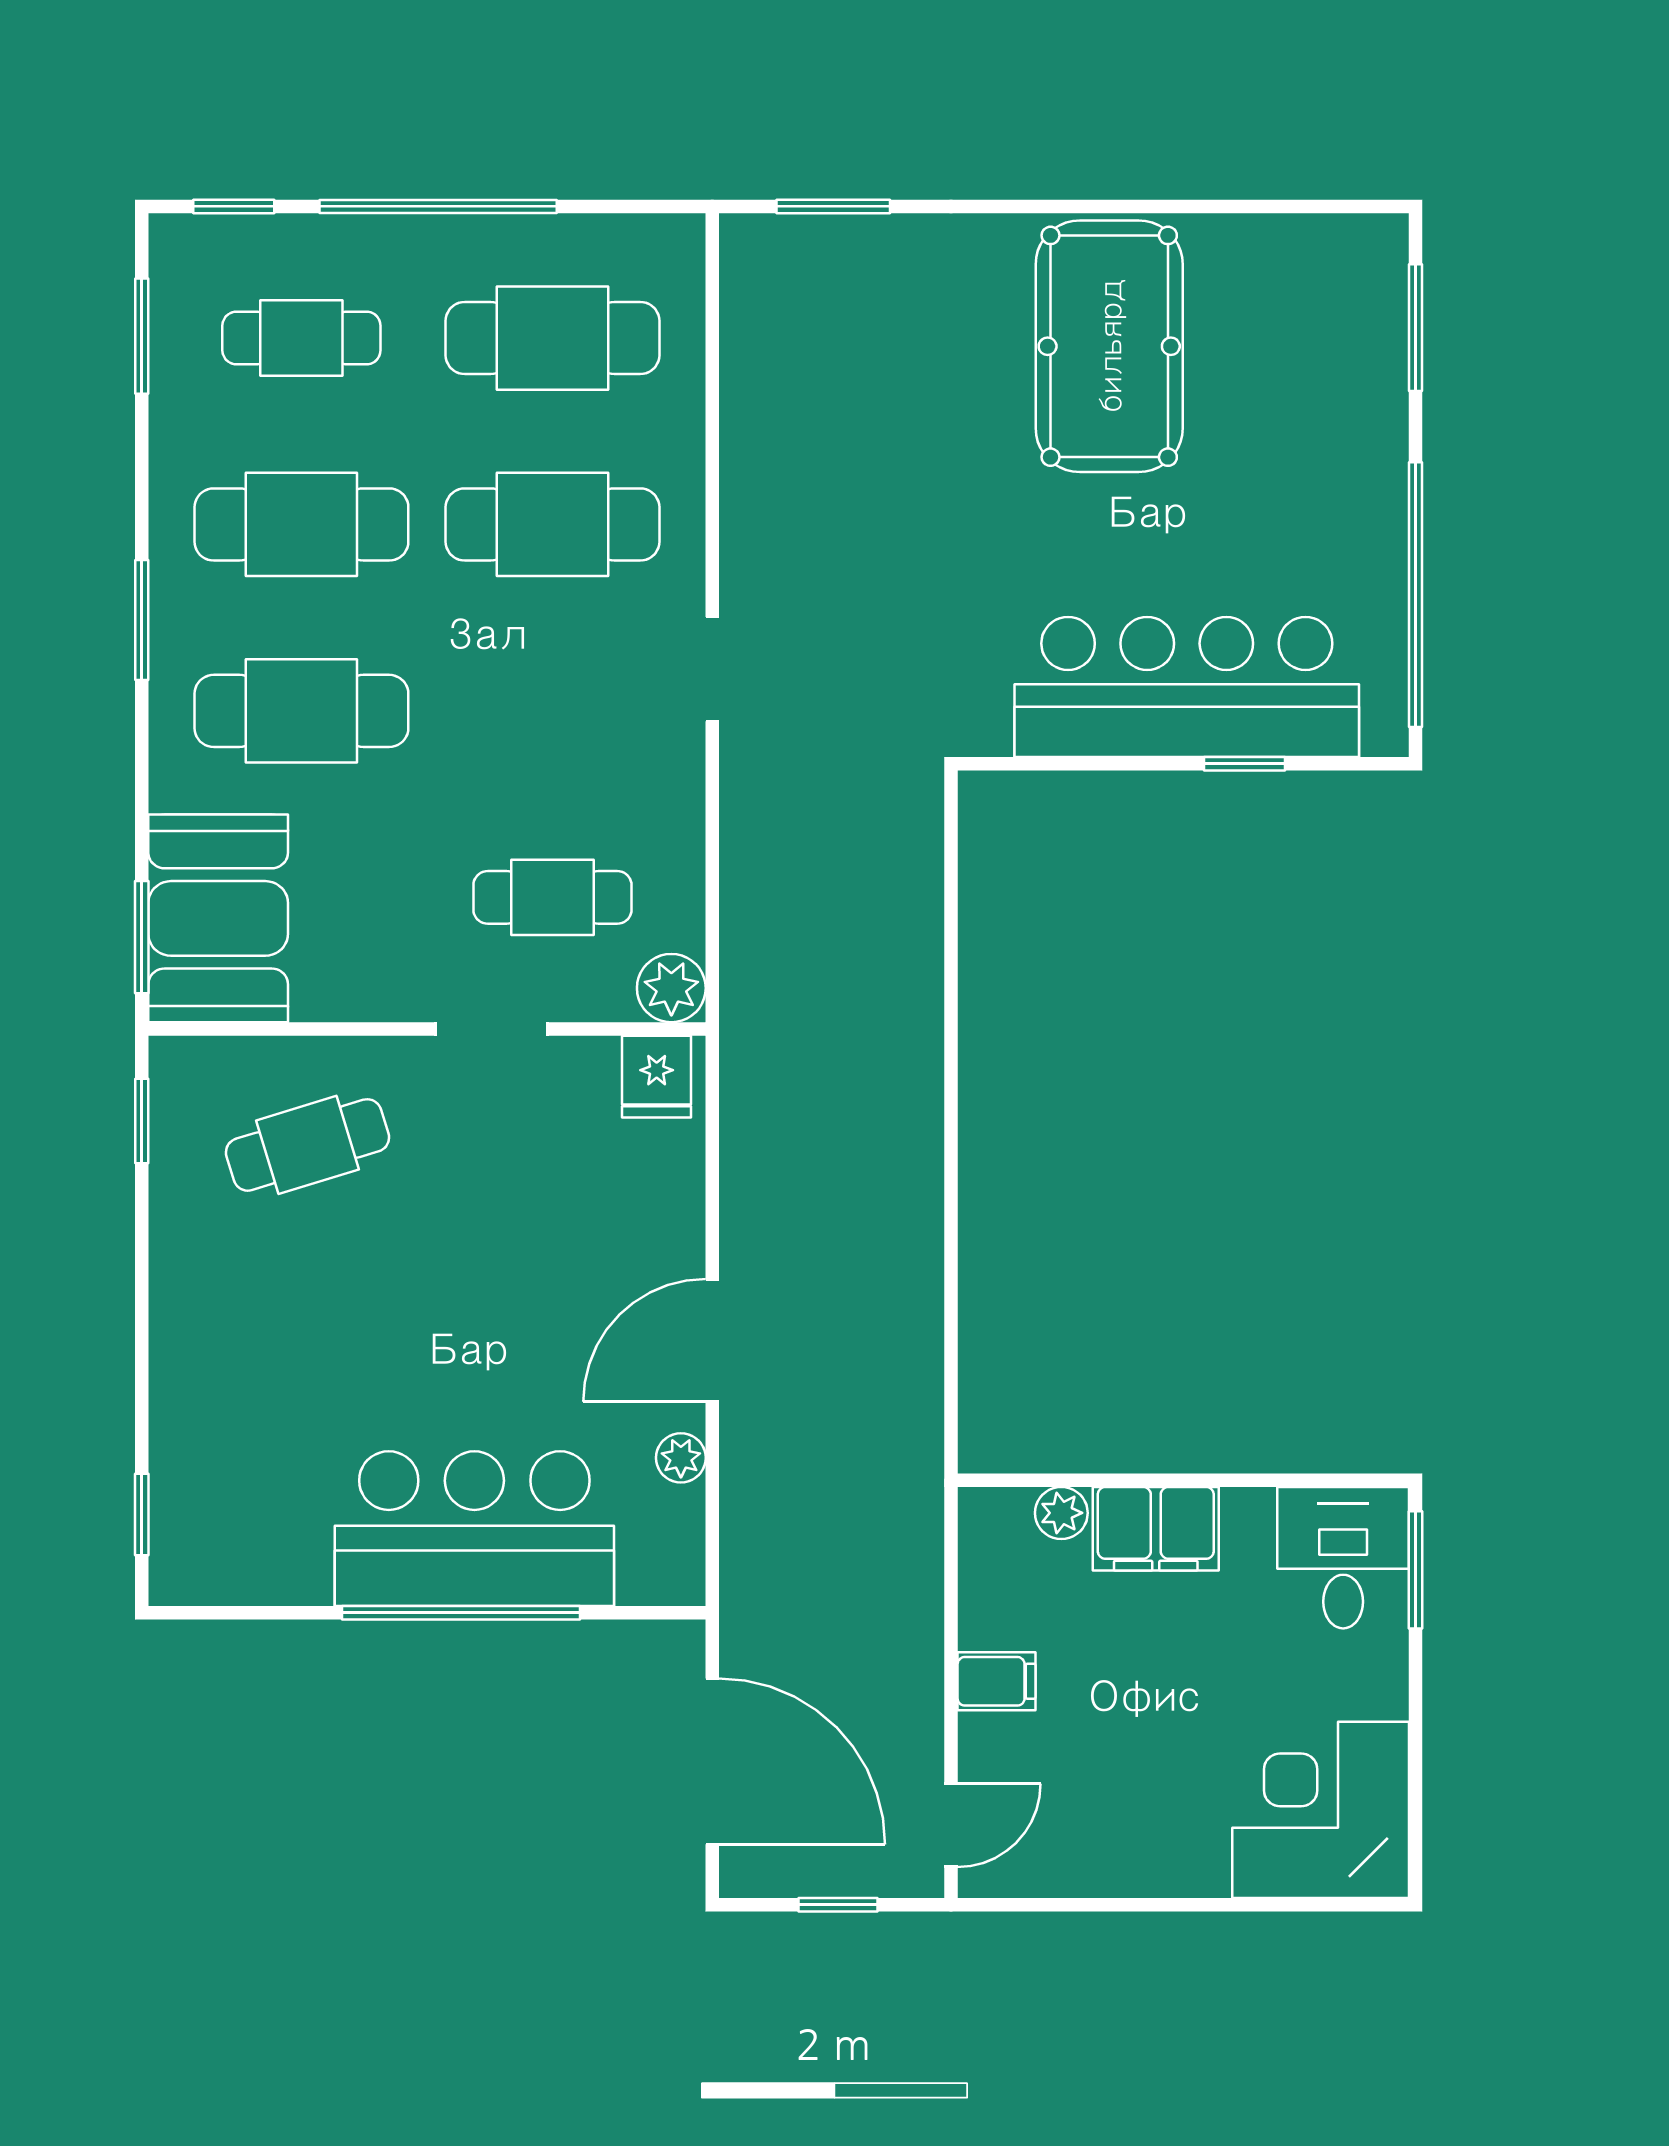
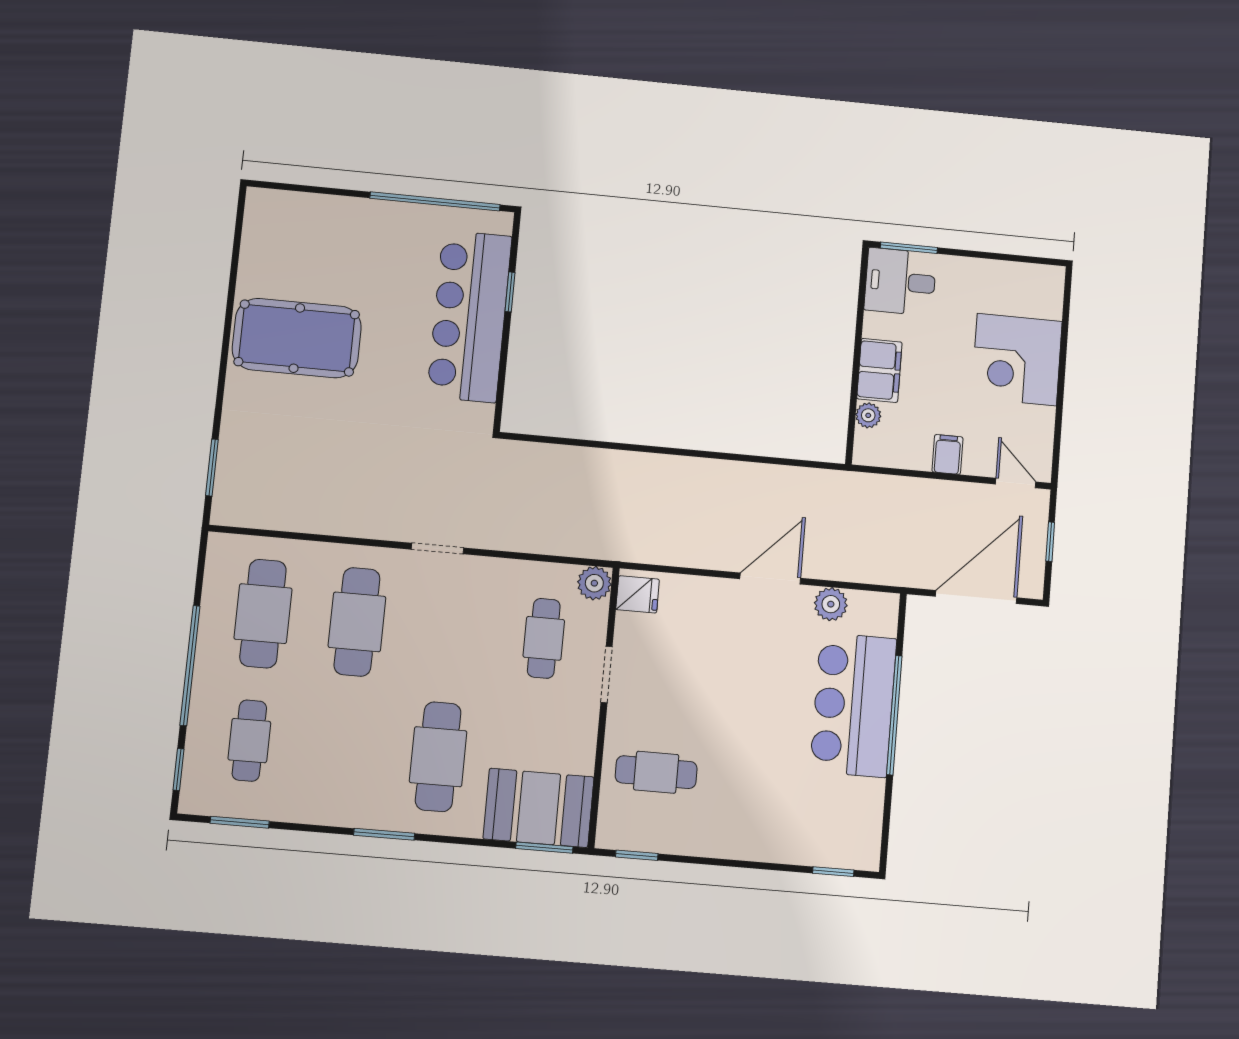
window: (1415, 328) -> (303, 189), removed
cafe table: (301, 524) -> (344, 749), removed
cafe table: (308, 1145) -> (656, 772), turned -73
door: (712, 1340) -> (770, 578), swing flipped
plant: (681, 1458) -> (831, 604), width x1.38, depth x1.38
corner desk: (1321, 1810) -> (1017, 360), moved

